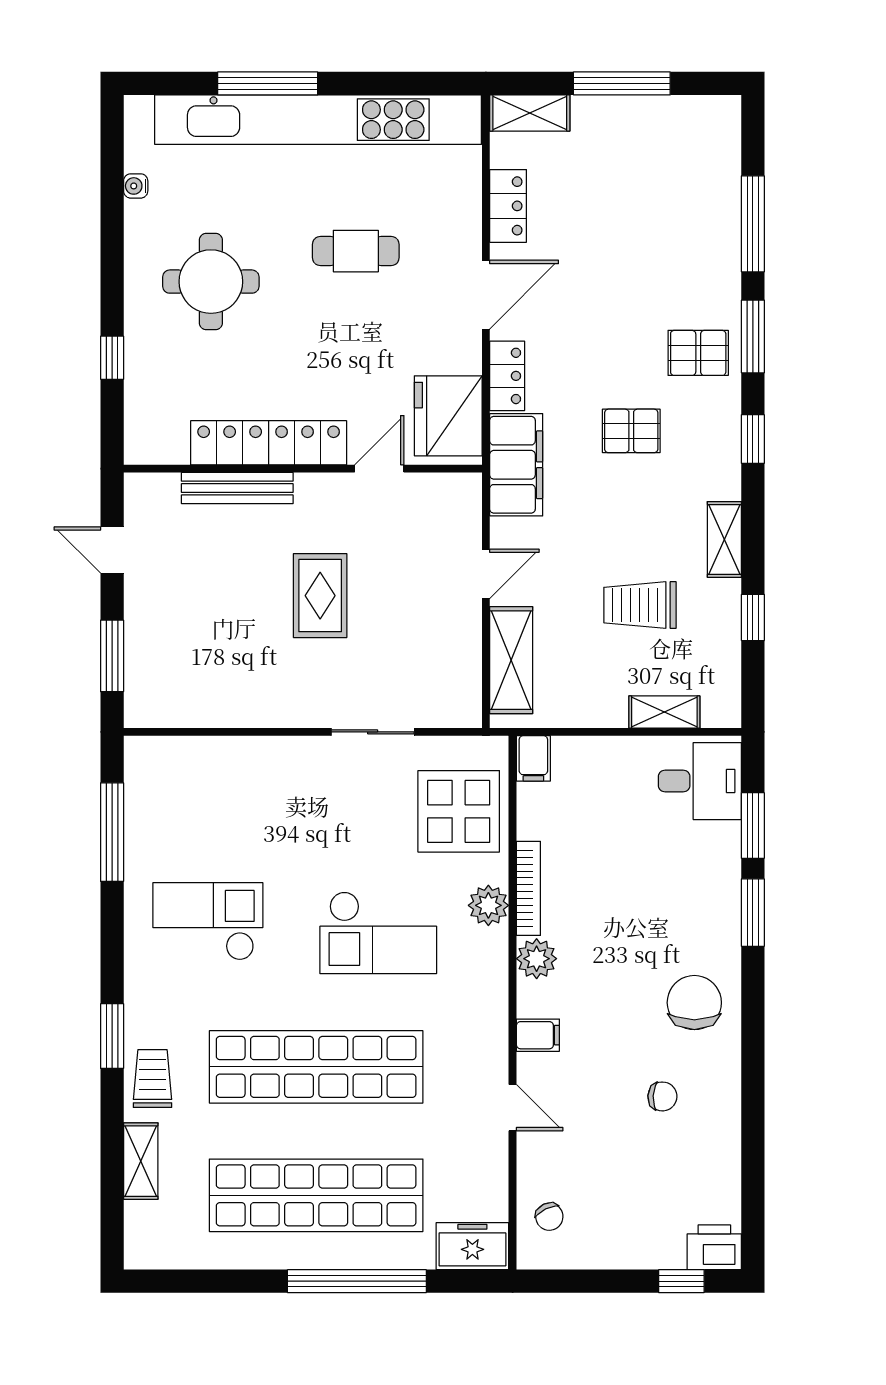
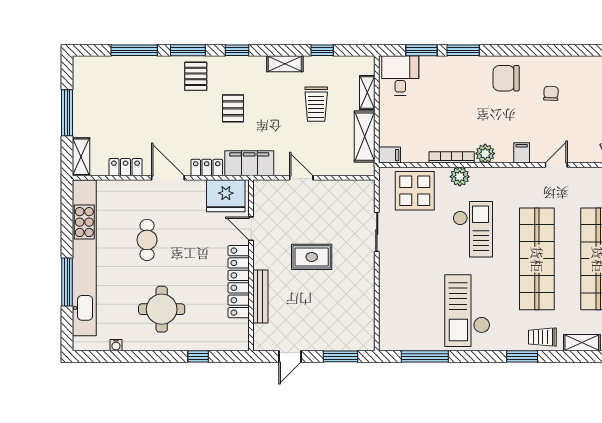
shelving: (511, 660) -> (365, 137), moved, turned 90
checkout: (208, 921) -> (467, 311), width x1.36, depth x1.21

